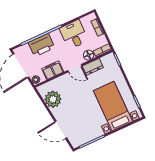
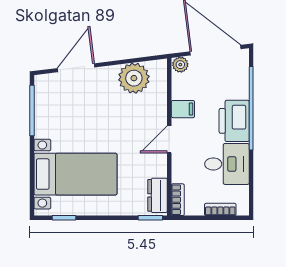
printer: (41, 45) -> (234, 121), moved
floor lamp: (89, 55) -> (181, 173), removed
dresser: (93, 67) -> (157, 195), moved
filing cabinet: (53, 70) -> (183, 109), width x0.50

